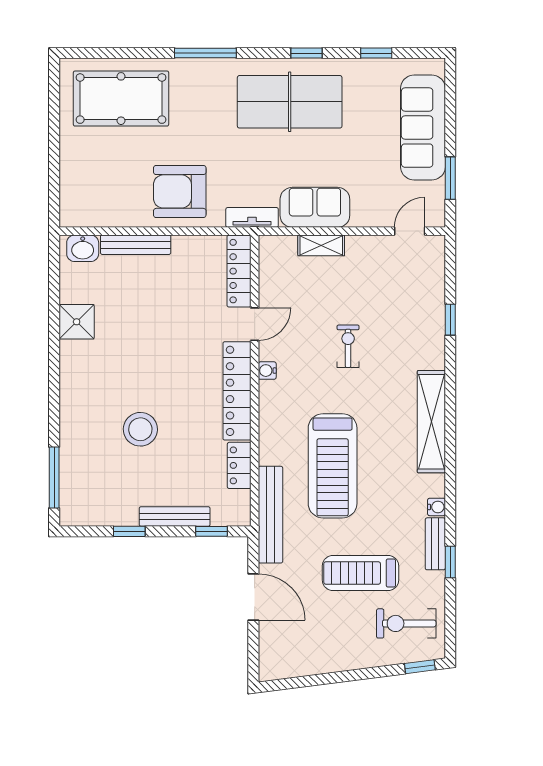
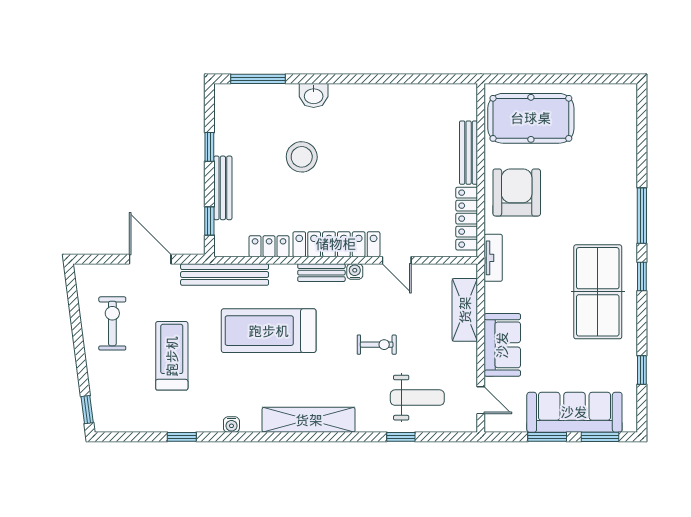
window: (307, 53) -> (642, 277), moved
pool table: (121, 99) -> (531, 118), moved, turned 90
window: (450, 99) -> (600, 437), added
window: (450, 178) -> (547, 437), moved
sofa: (315, 207) -> (502, 345), moved
shelving: (321, 245) -> (465, 310), width x1.50, depth x1.33
washbasin: (83, 248) -> (314, 96), moved, turned -90
locker: (239, 271) -> (467, 219), moved, turned -90
weight bench: (407, 301) -> (417, 398), added
shower: (77, 322) -> (399, 99), removed
bench: (435, 544) -> (321, 273), moved
door: (253, 597) -> (150, 259), swing flipped
exercise bike: (406, 623) -> (112, 323), moved

